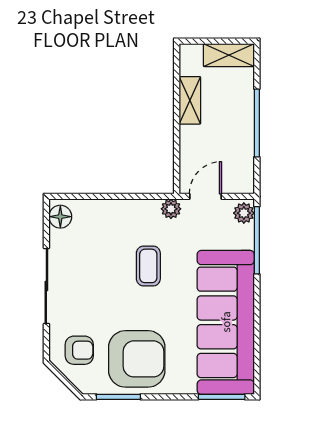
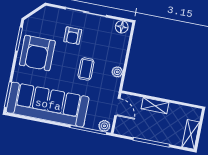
shelving: (190, 100) -> (155, 106), moved
plant: (171, 209) -> (117, 72), moved
coffee table: (148, 266) -> (86, 69), turned 90
armchair: (79, 350) -> (73, 36), moved

